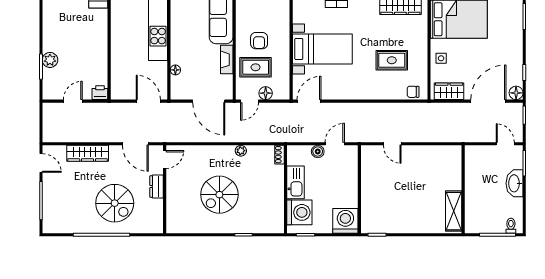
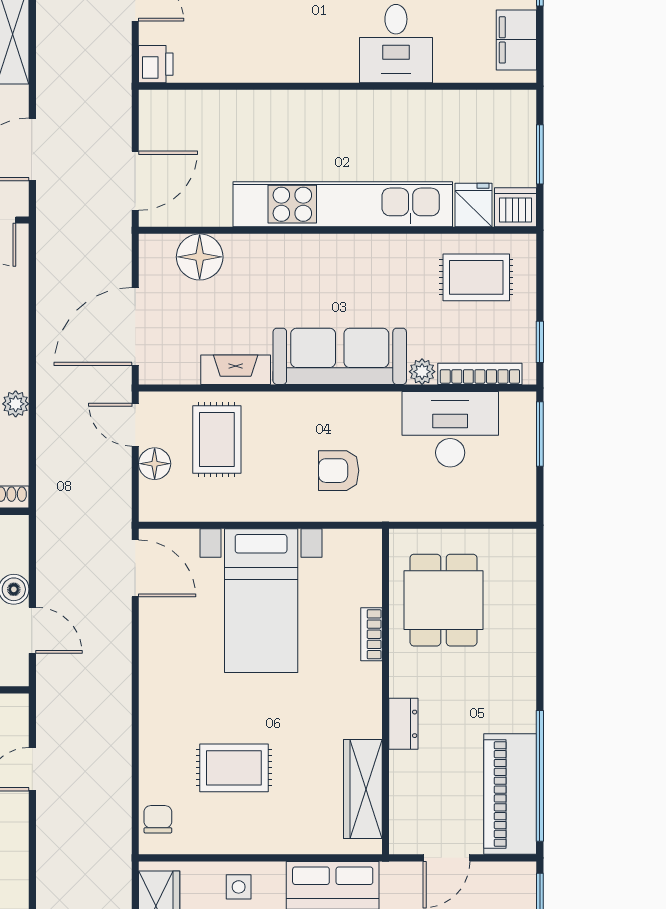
armchair: (259, 41) -> (339, 471), moved
rug: (392, 60) -> (234, 768), turned 90
floor lamp: (175, 70) -> (200, 257), width x1.89, depth x1.89

